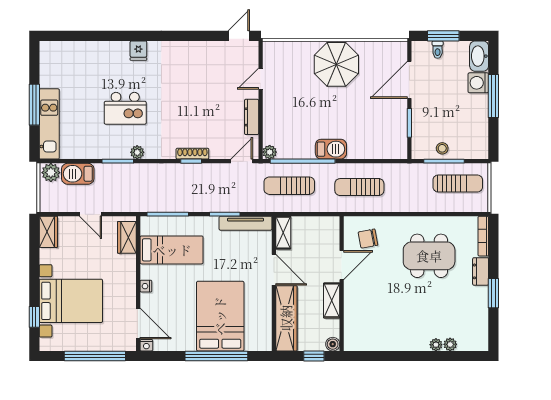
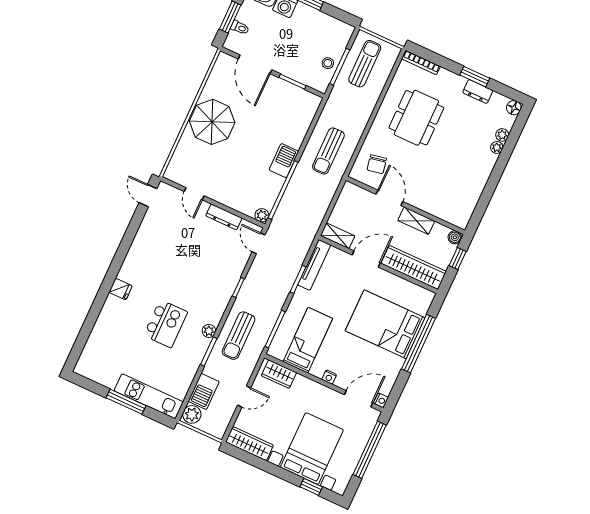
shoe rack: (192, 154) -> (232, 283), removed
sun lounger: (289, 186) -> (238, 336), moved
wardrobe: (48, 232) -> (249, 444), width x1.50
dresser: (481, 271) -> (478, 92), moved
floor lamp: (481, 344) -> (514, 108), added

